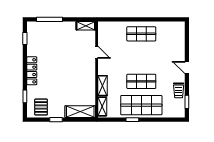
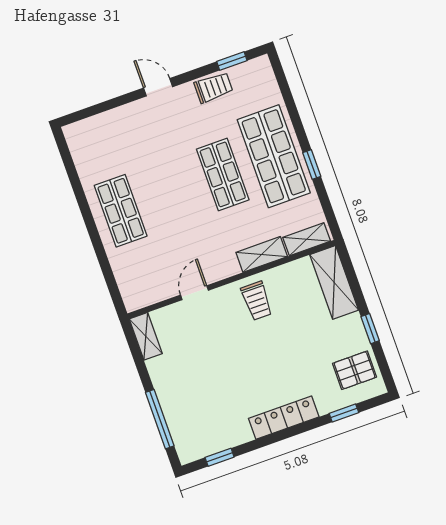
door: (187, 67) -> (158, 87), swing flipped
trolley: (84, 77) -> (257, 301), added

